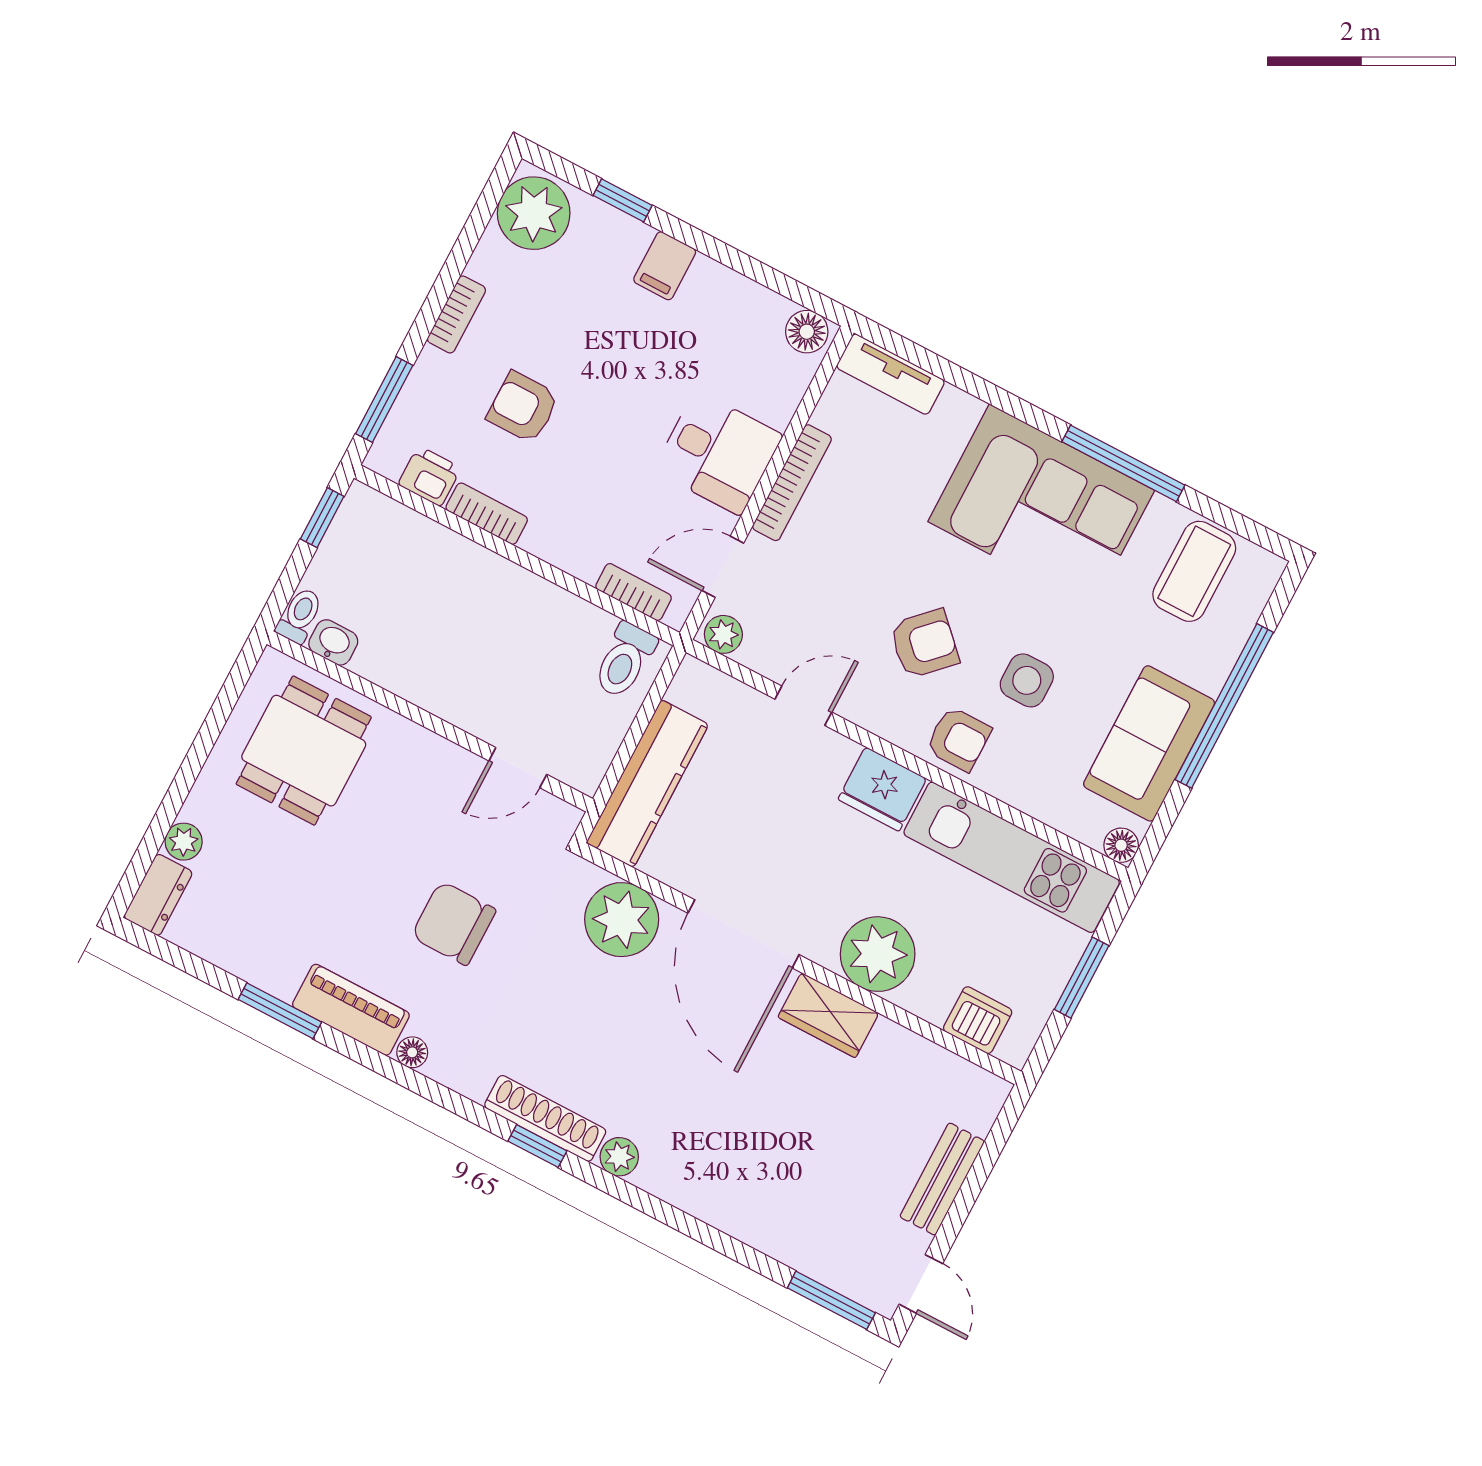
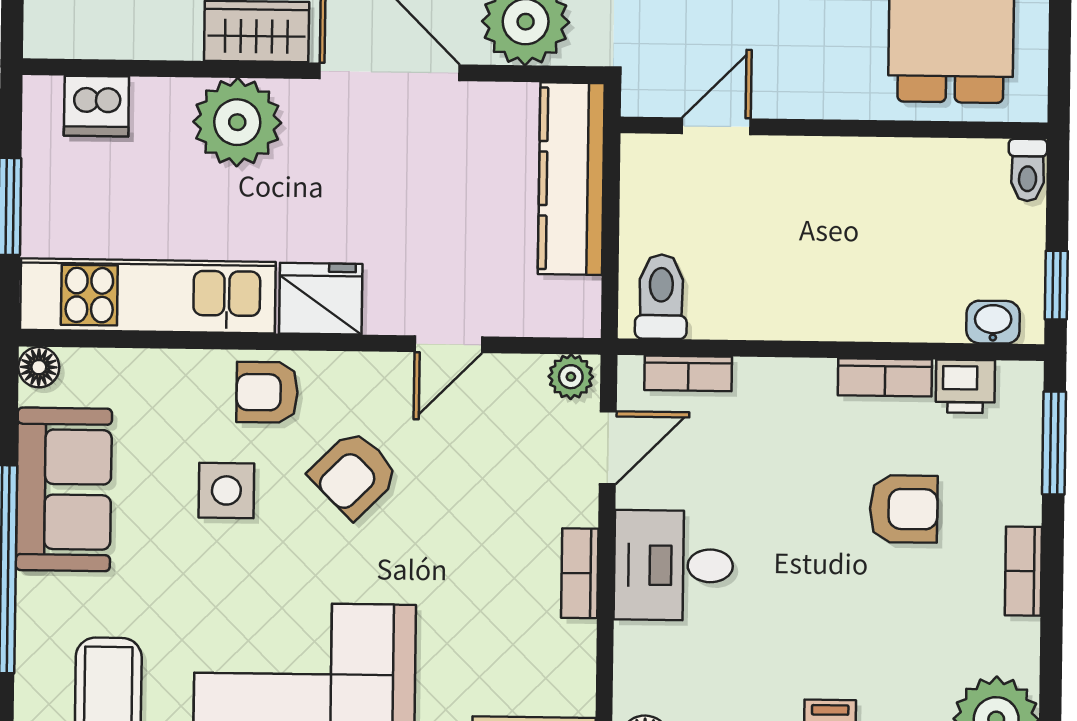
bookcase: (792, 483) -> (580, 573), width x0.64
washbasin: (333, 642) -> (993, 322), moved, turned 180

